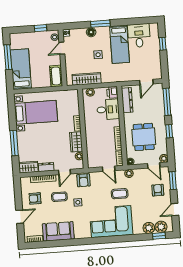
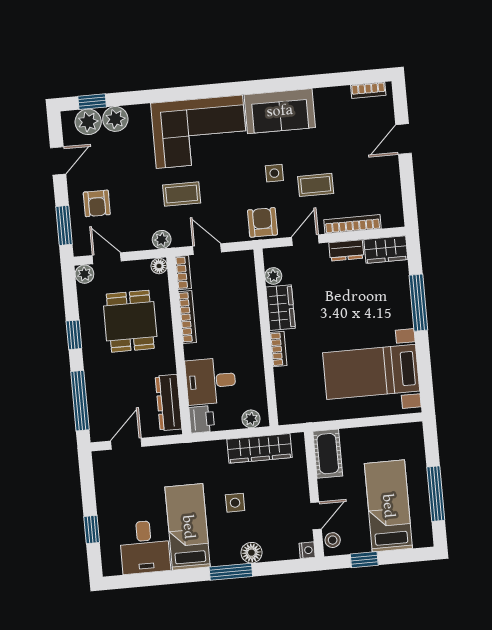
bed: (21, 69) -> (388, 506), moved, turned 180
armchair: (35, 198) -> (370, 180), removed
sofa: (58, 231) -> (280, 111), moved

